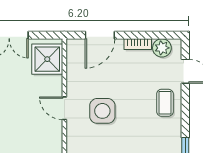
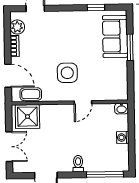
coffee table: (165, 103) -> (31, 94), moved
door: (64, 108) -> (83, 102), moved

